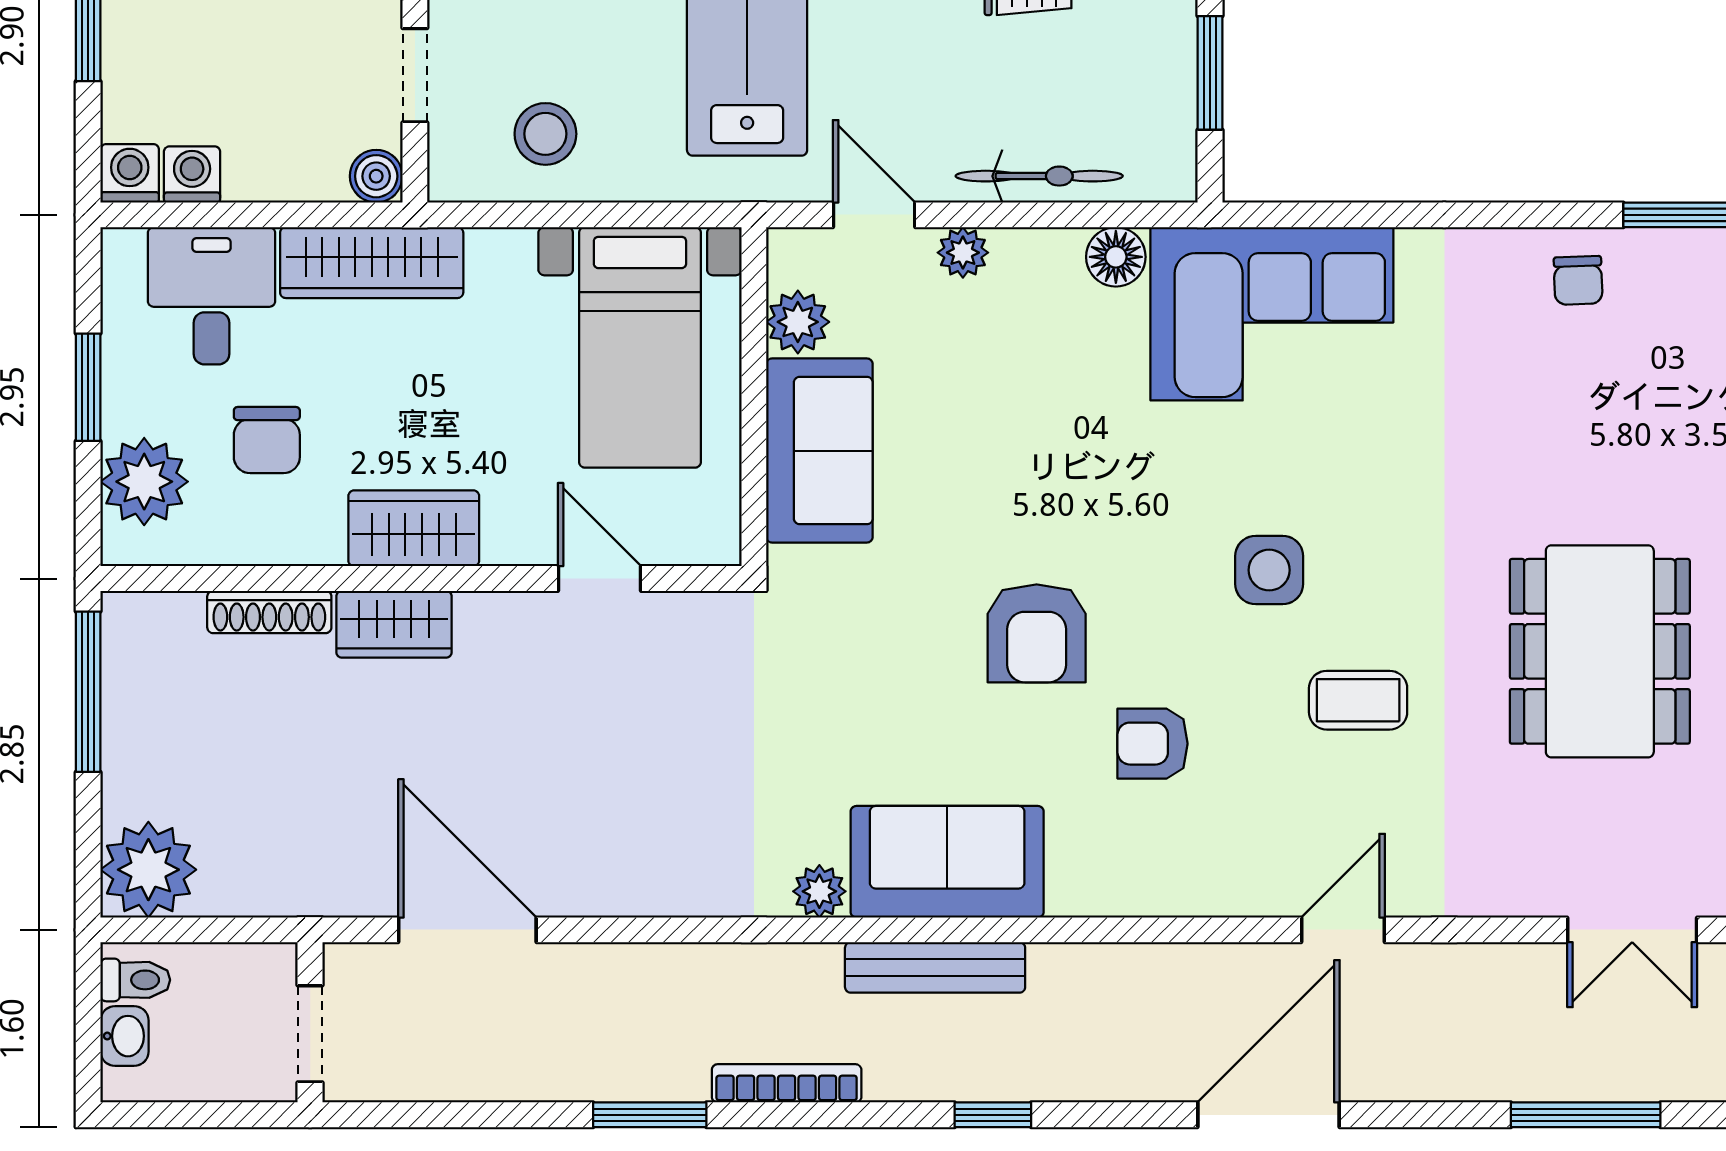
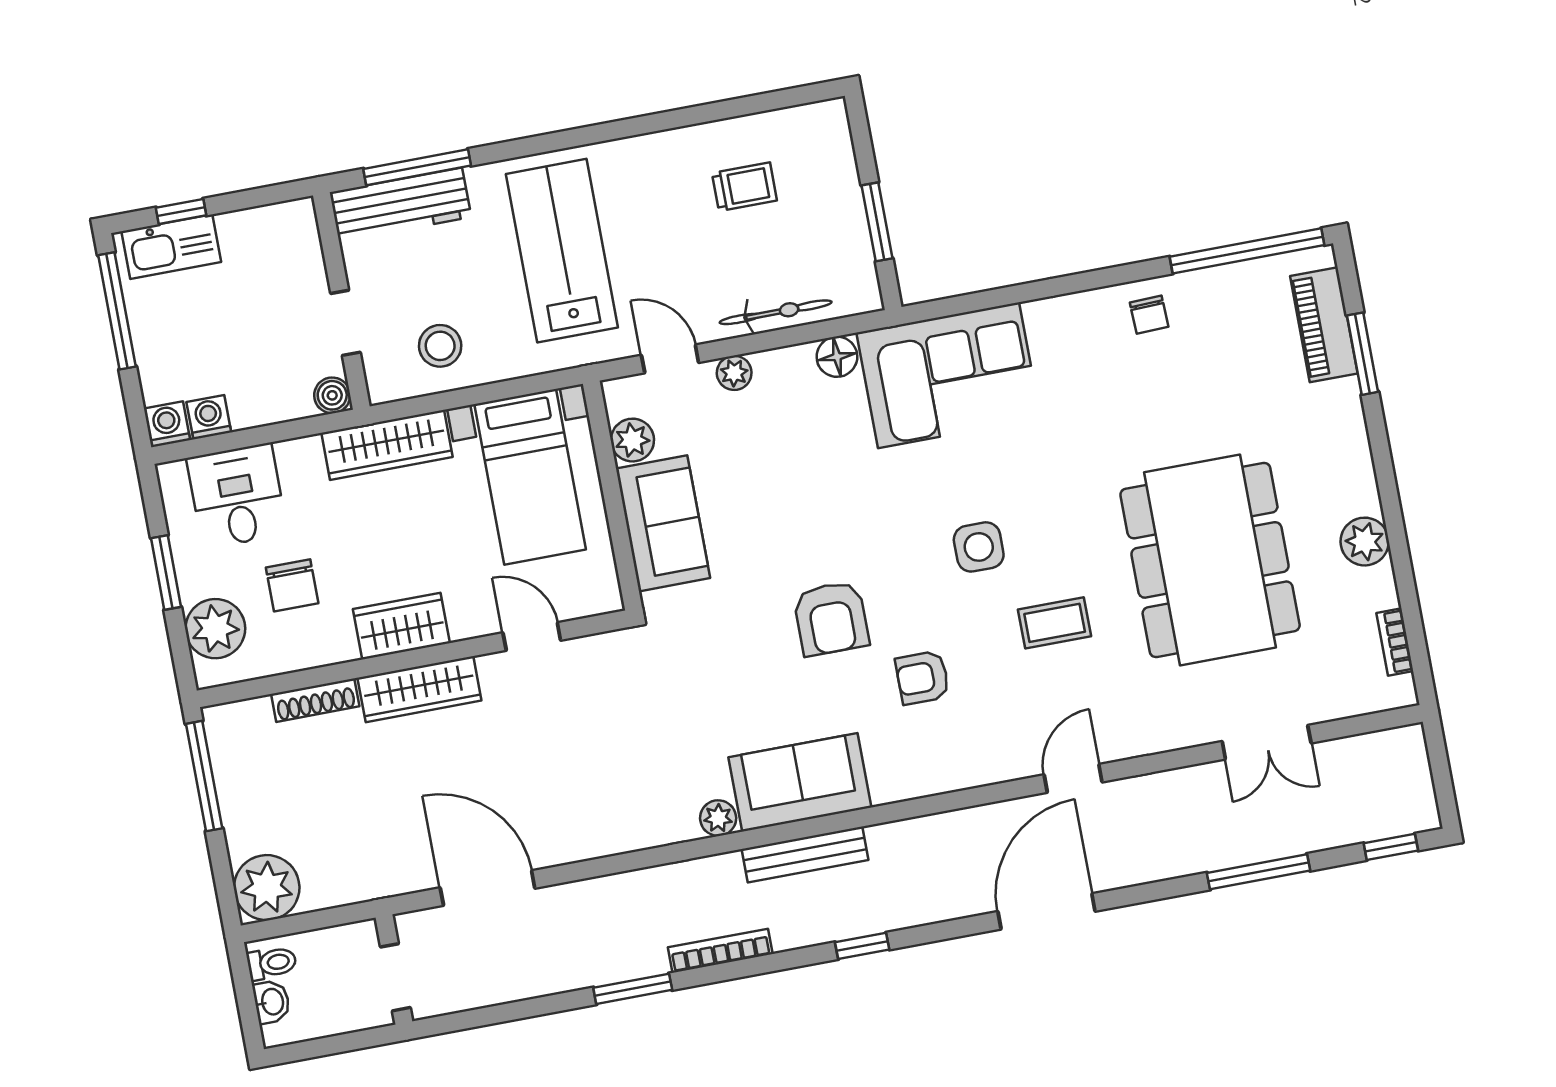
wardrobe: (372, 263) -> (387, 445), moved
wardrobe: (394, 624) -> (419, 689), width x1.50
dining table: (1600, 651) -> (1210, 560), width x1.36, depth x1.24

